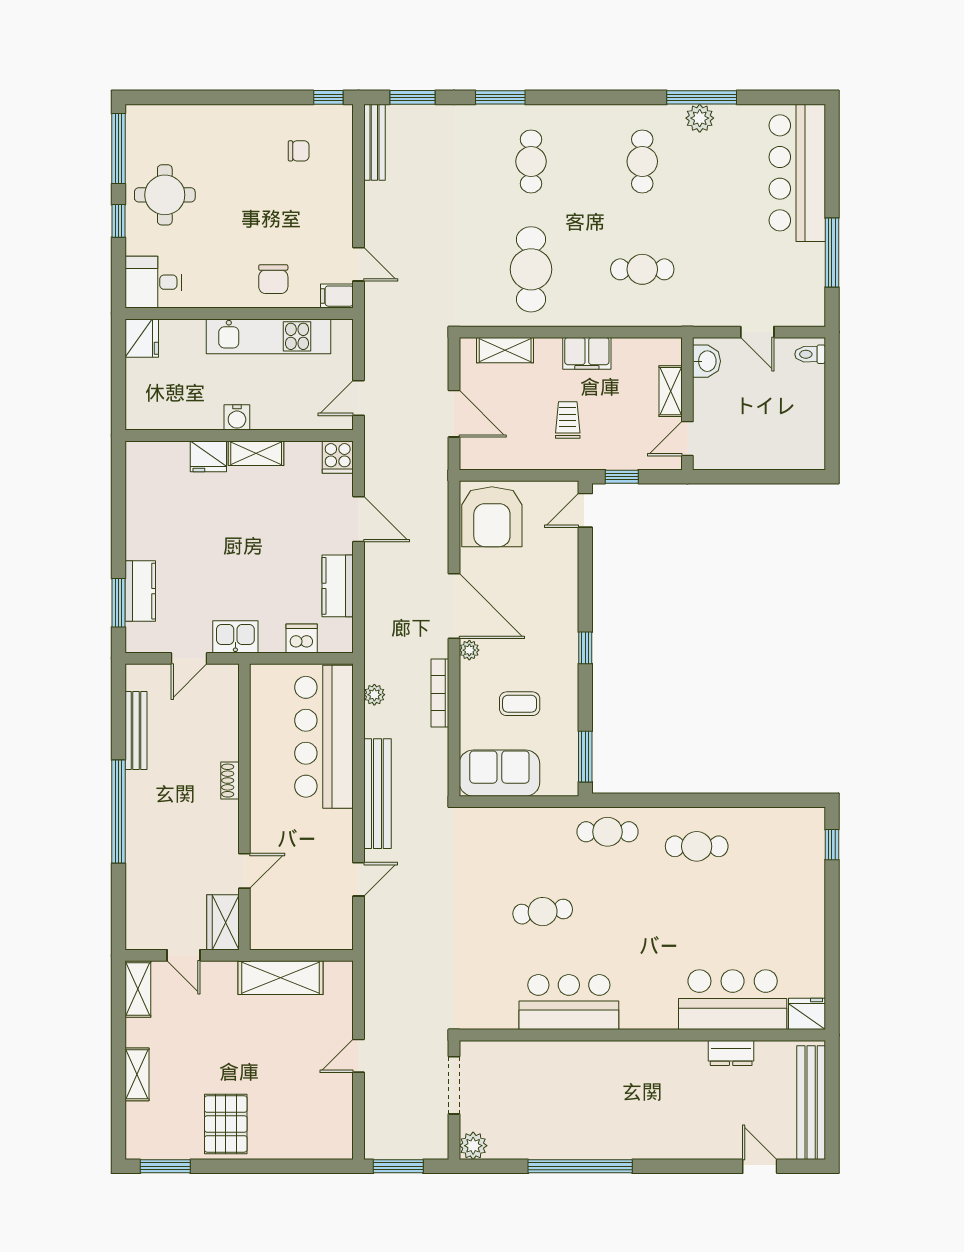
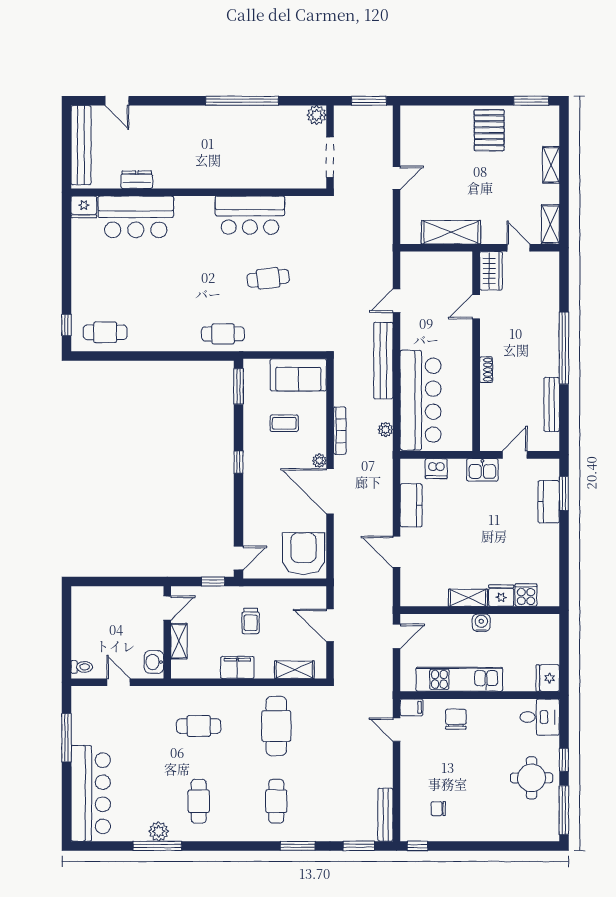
cooker: (338, 457) -> (526, 595), moved
cafe table: (697, 846) -> (105, 332), moved

